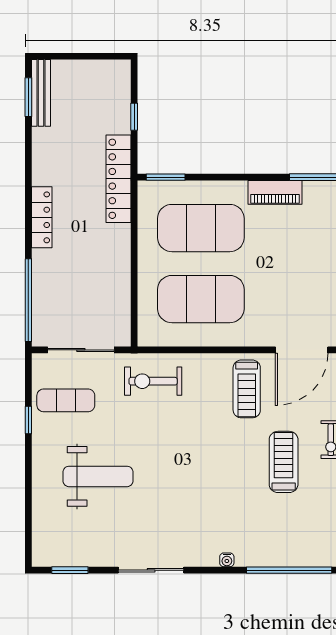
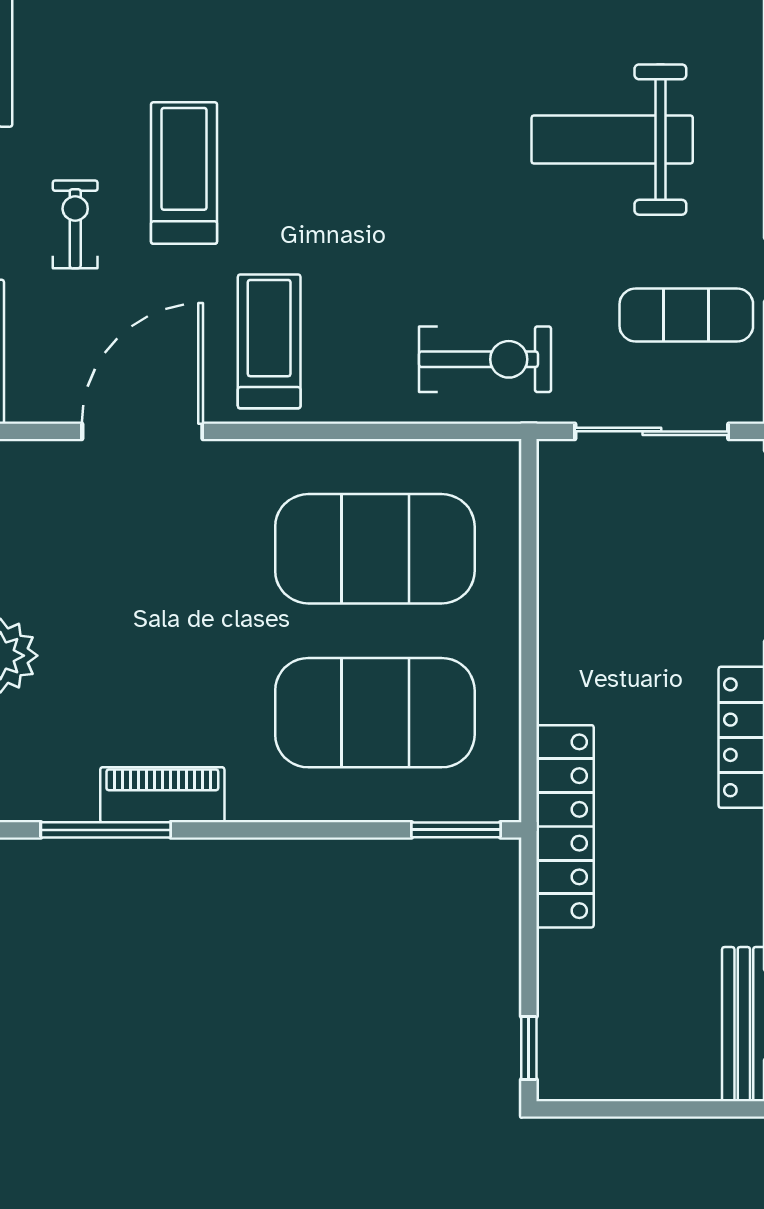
window: (134, 117) -> (529, 1048), moved
piano: (275, 192) -> (162, 795), moved
treadmill: (284, 462) -> (184, 173), turned 180

